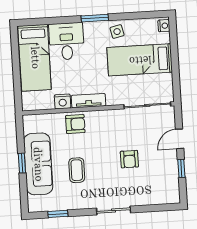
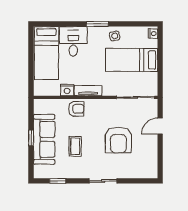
armchair: (129, 159) -> (118, 140), width x1.88, depth x1.88
window: (181, 168) -> (160, 150), removed

